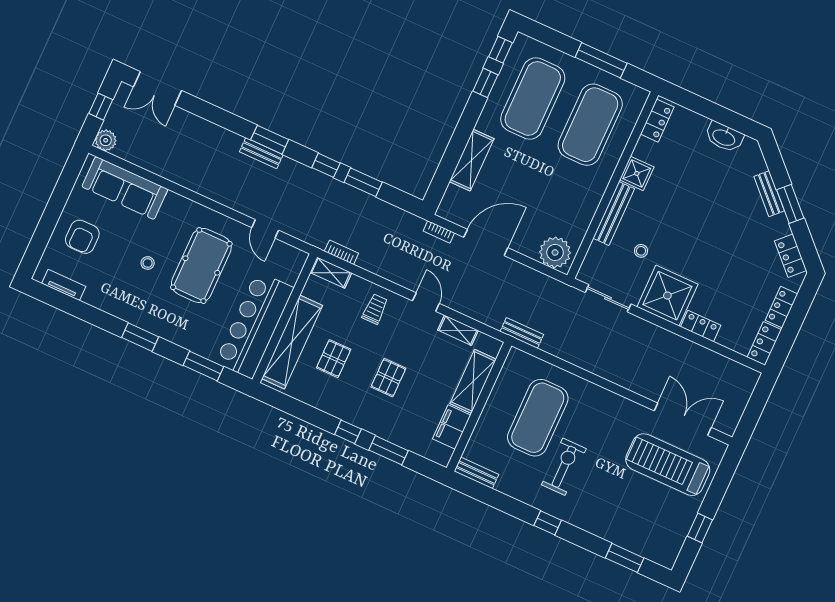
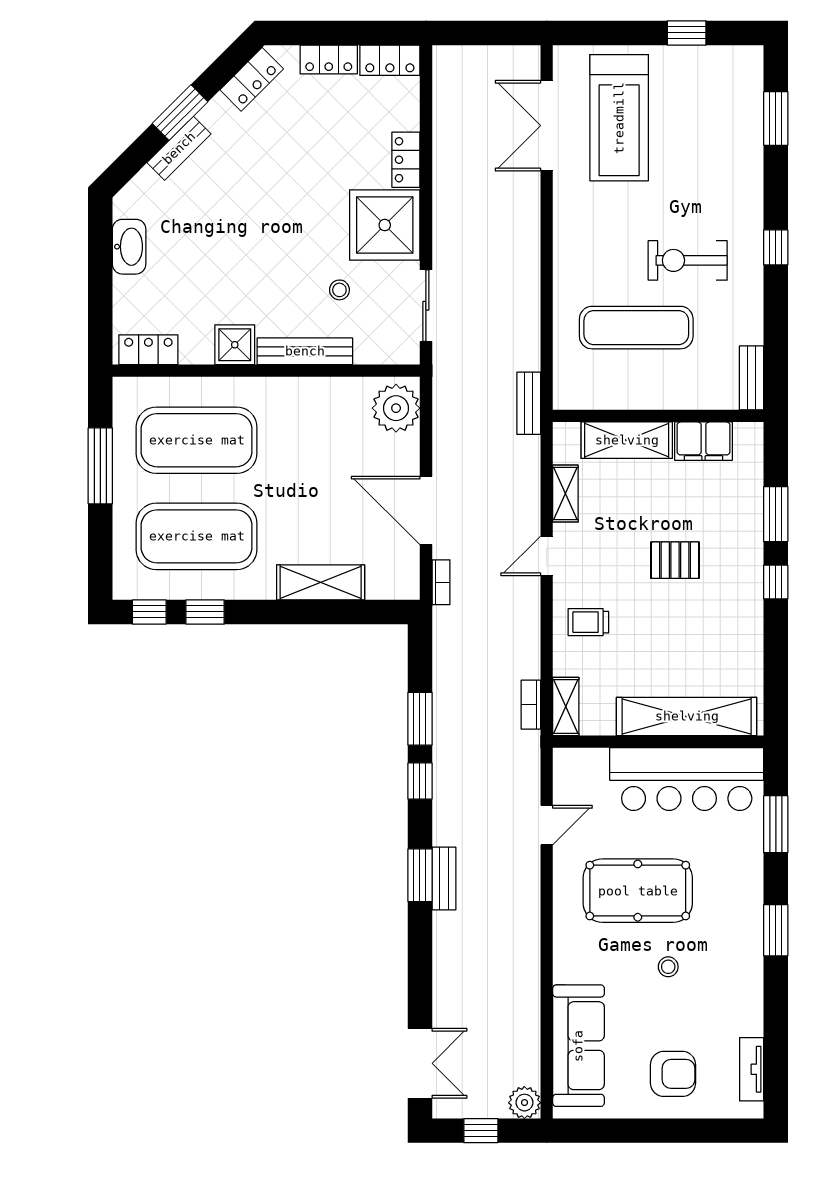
pallet: (334, 359) -> (683, 648), removed
exercise mat: (538, 418) -> (636, 328), width x0.68

